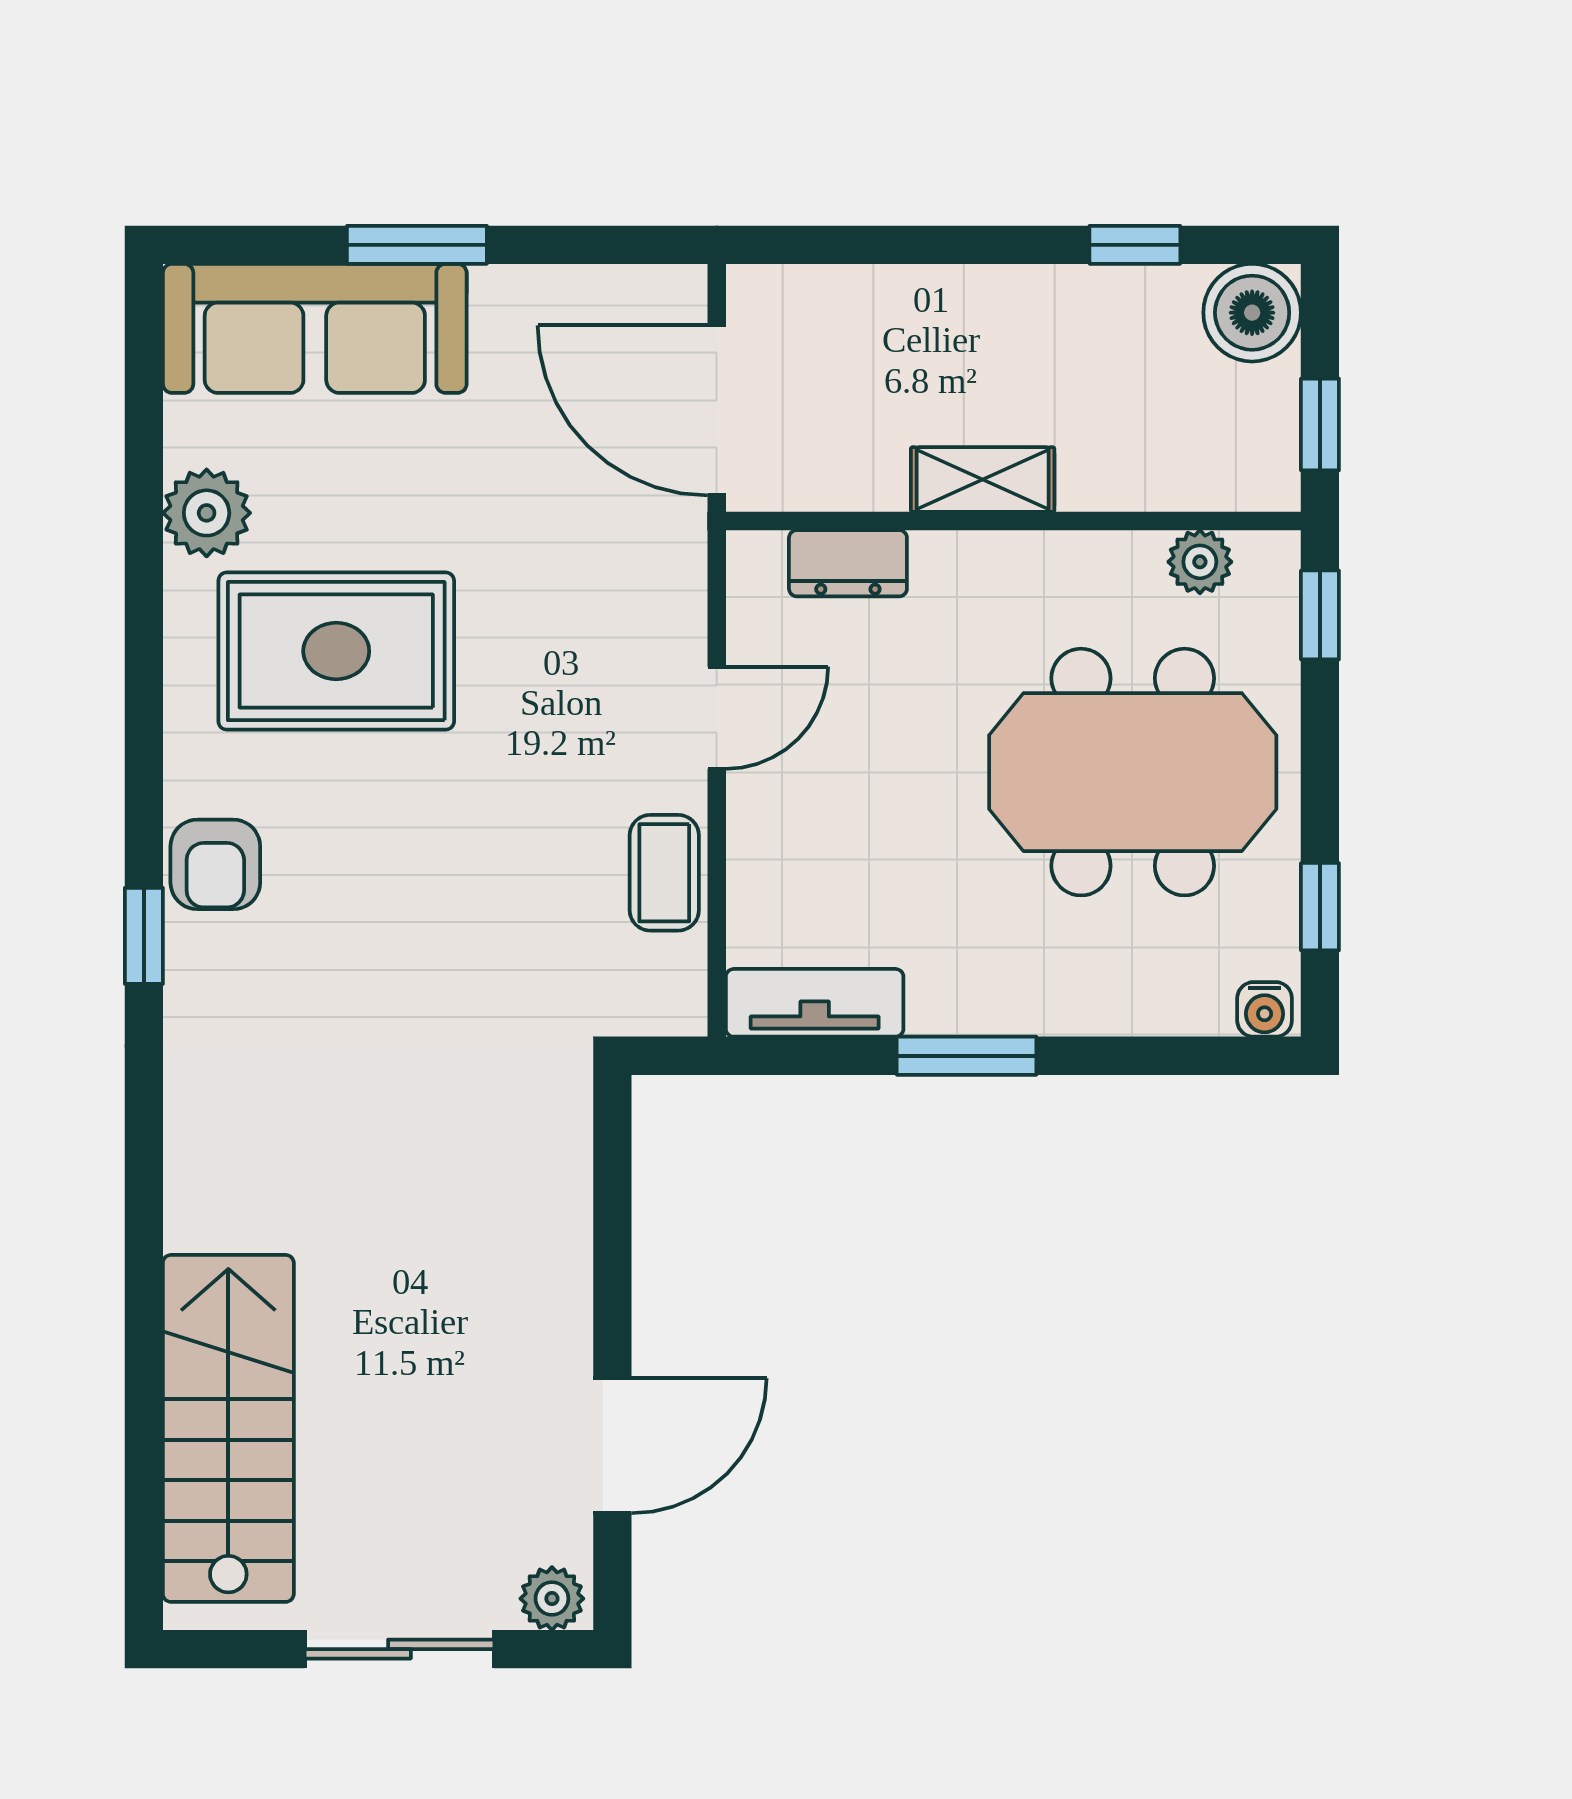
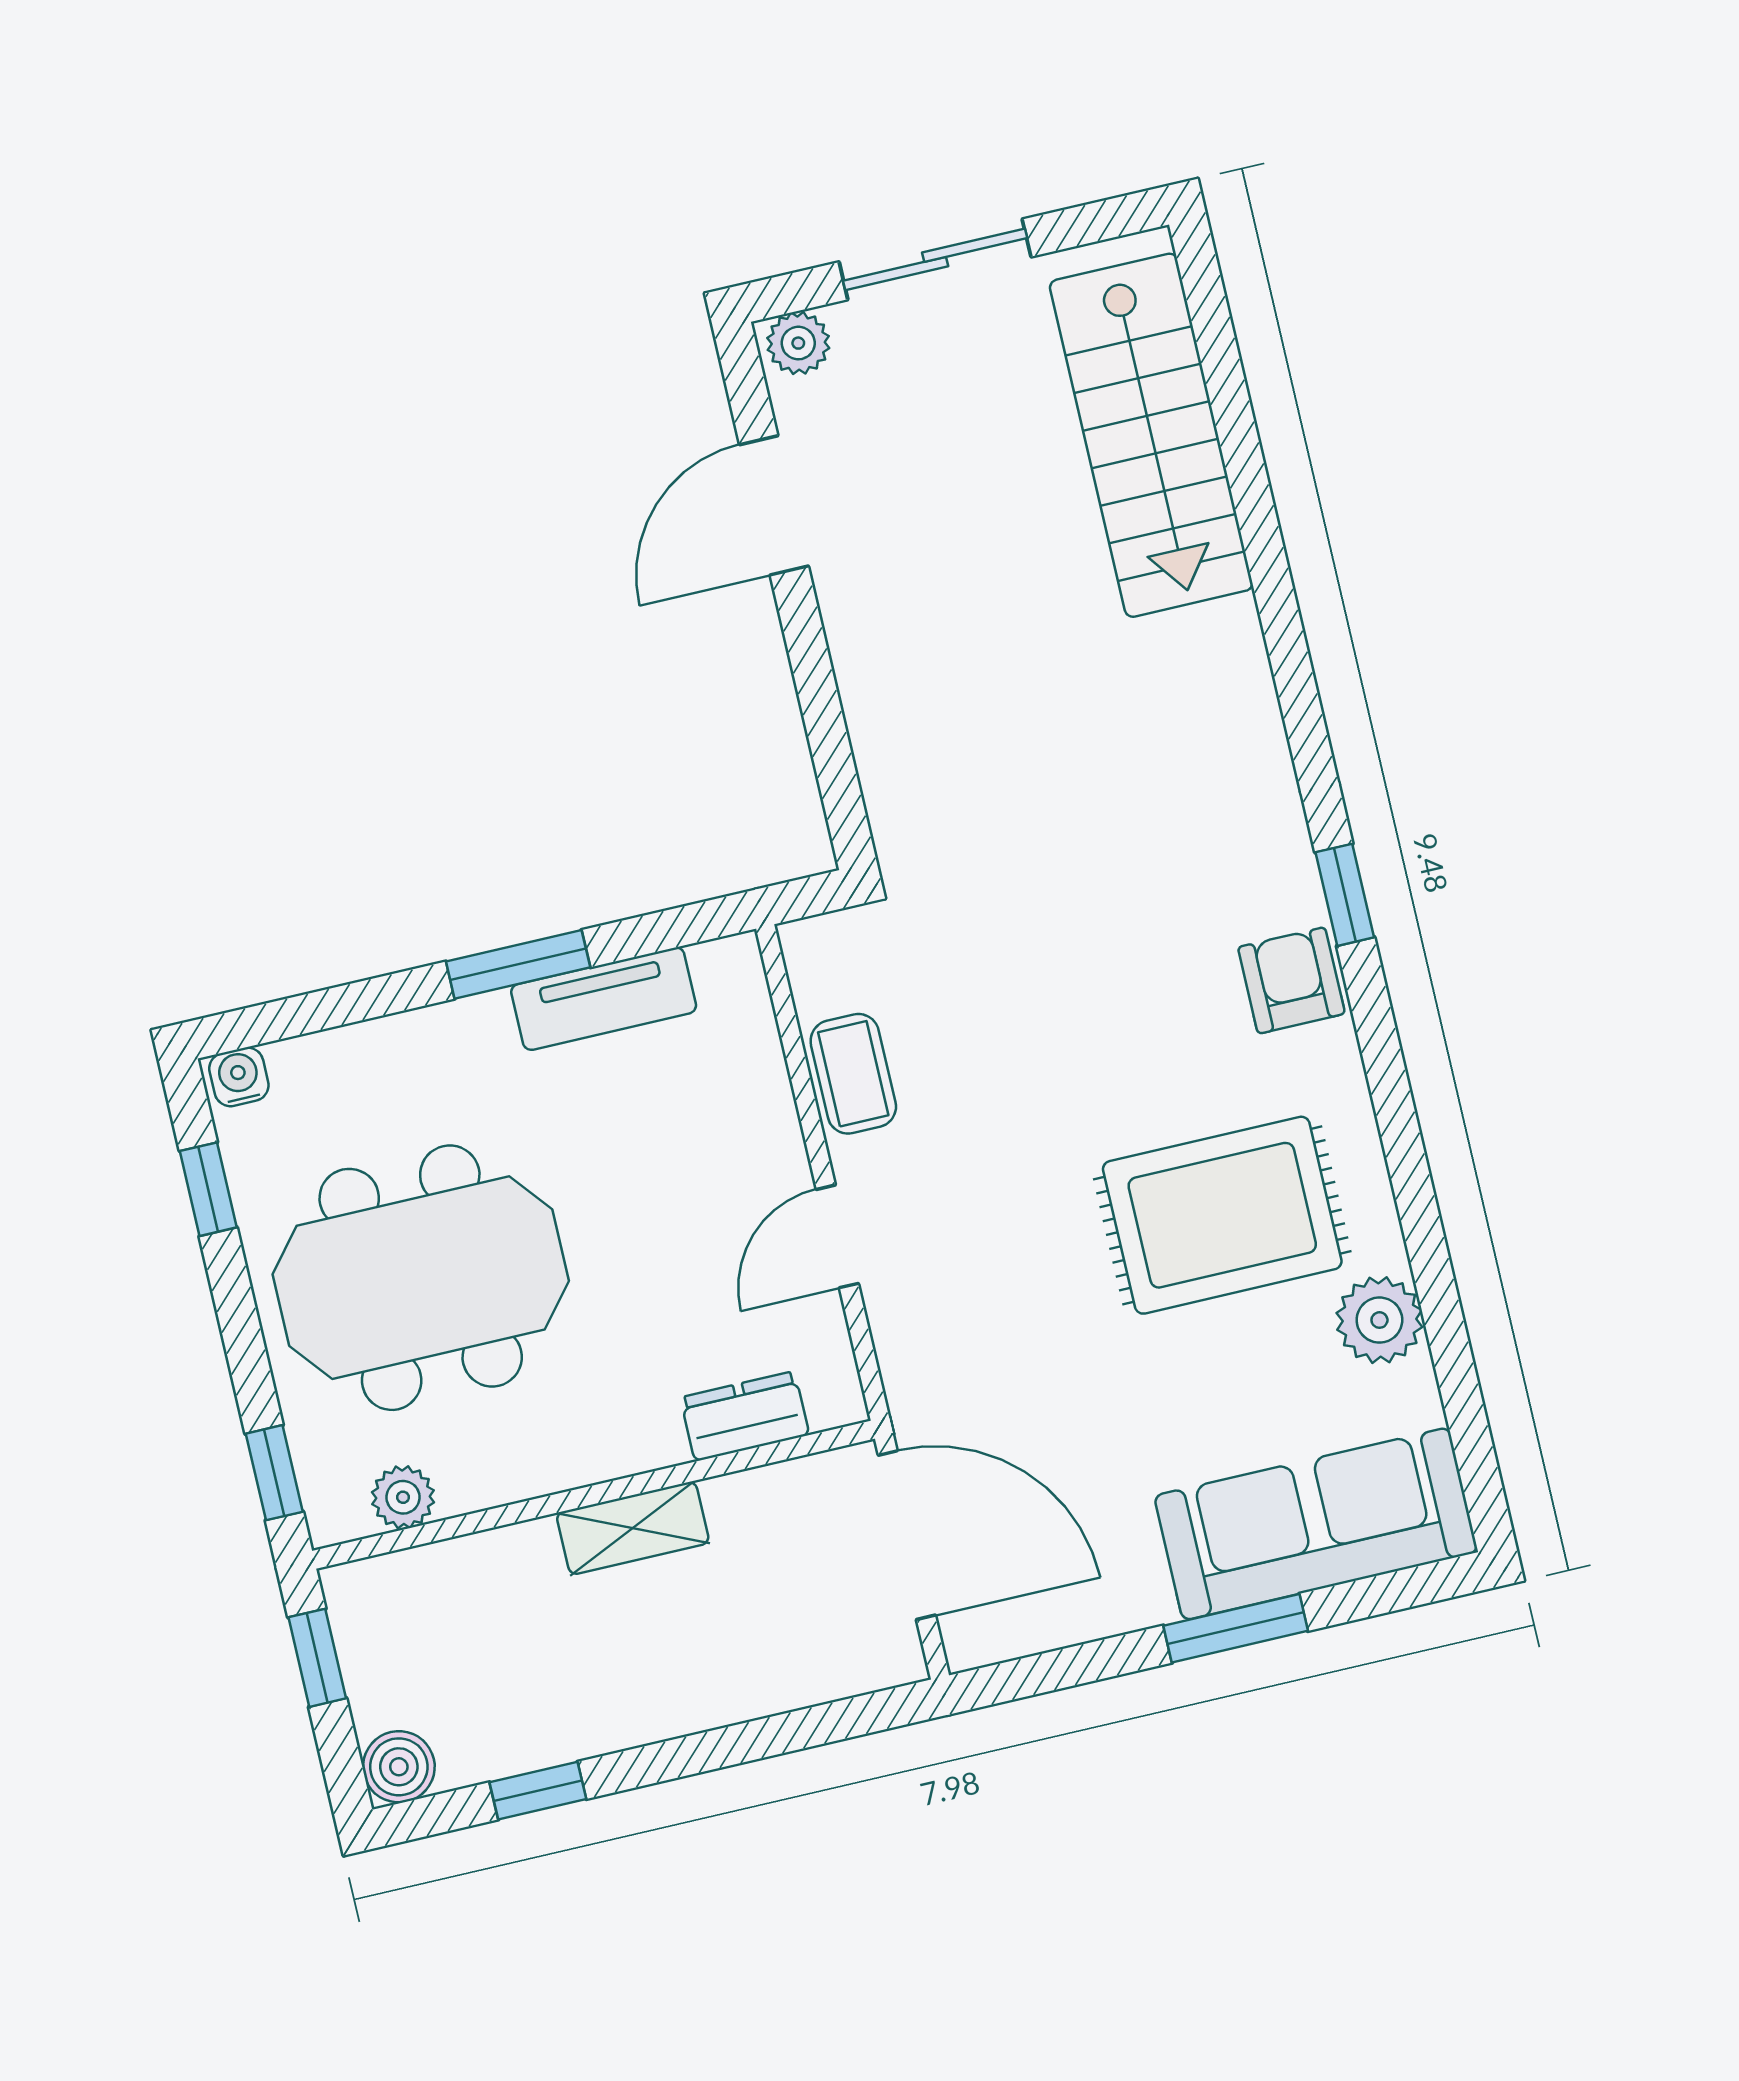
boiler: (1252, 313) -> (399, 1767), width x0.73, depth x0.73
tv unit: (815, 1003) -> (604, 999), moved

